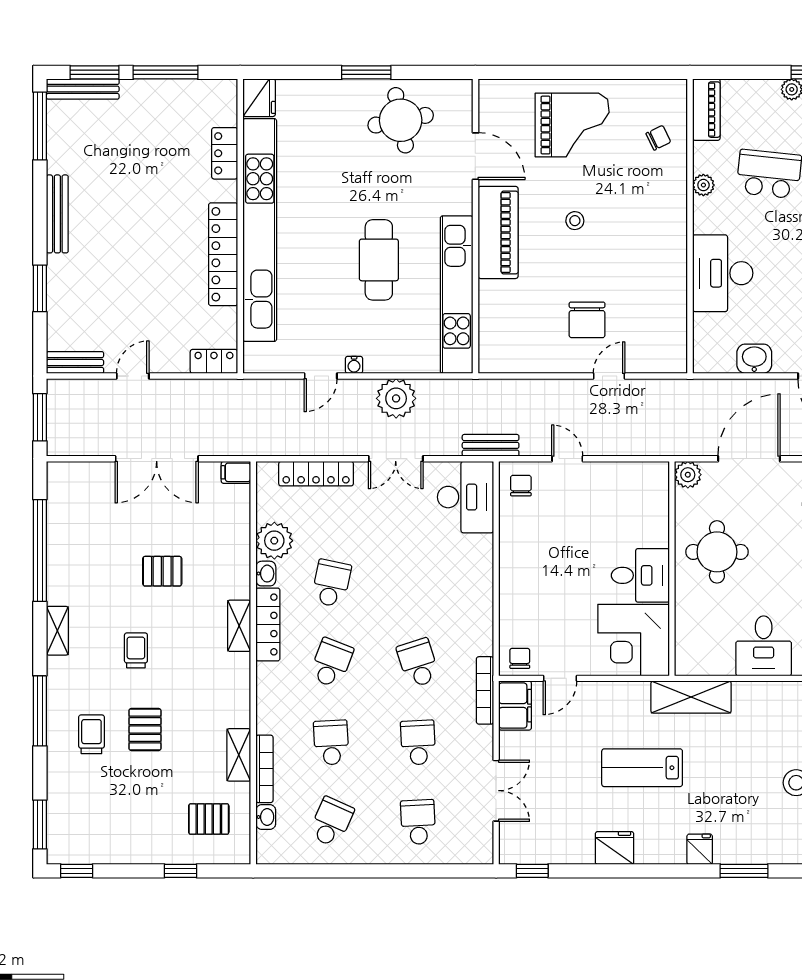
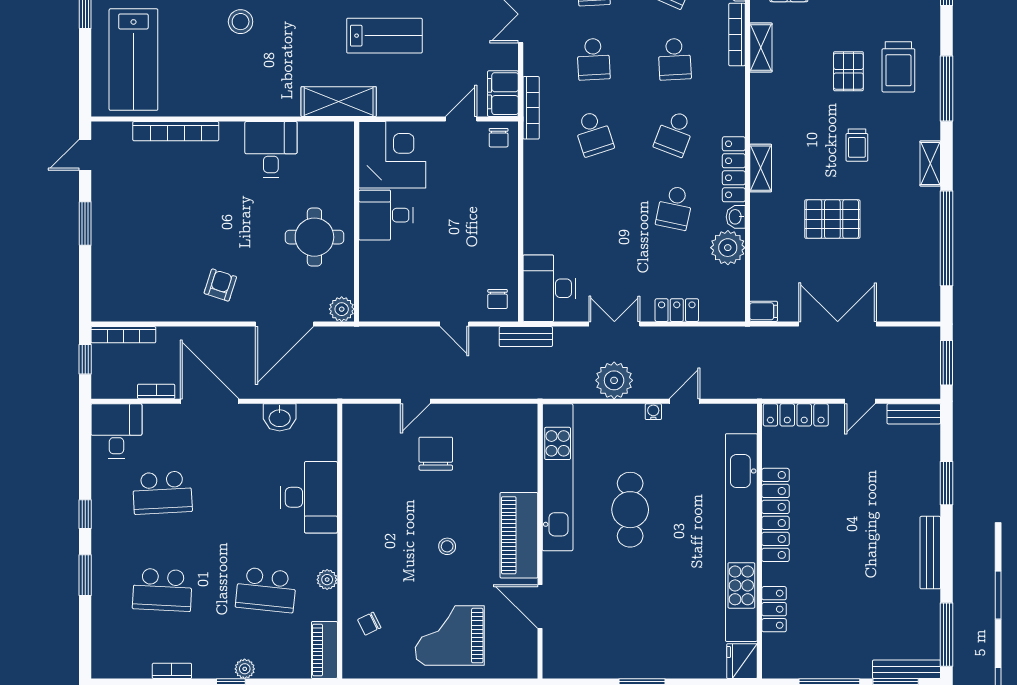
round table: (401, 120) -> (610, 640), removed
locker: (214, 361) -> (796, 415), width x1.53
locker: (316, 474) -> (677, 310), width x0.66
pallet: (162, 571) -> (832, 219), width x1.50, depth x1.42
trolley: (91, 734) -> (898, 67), width x1.36, depth x1.39

